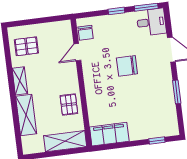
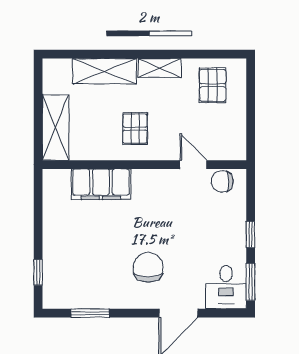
chair: (127, 66) -> (148, 267), moved
window: (177, 92) -> (90, 313), moved
pallet: (69, 105) -> (135, 129), moved, turned 90
filing cabinet: (109, 134) -> (101, 184), moved, turned 90

